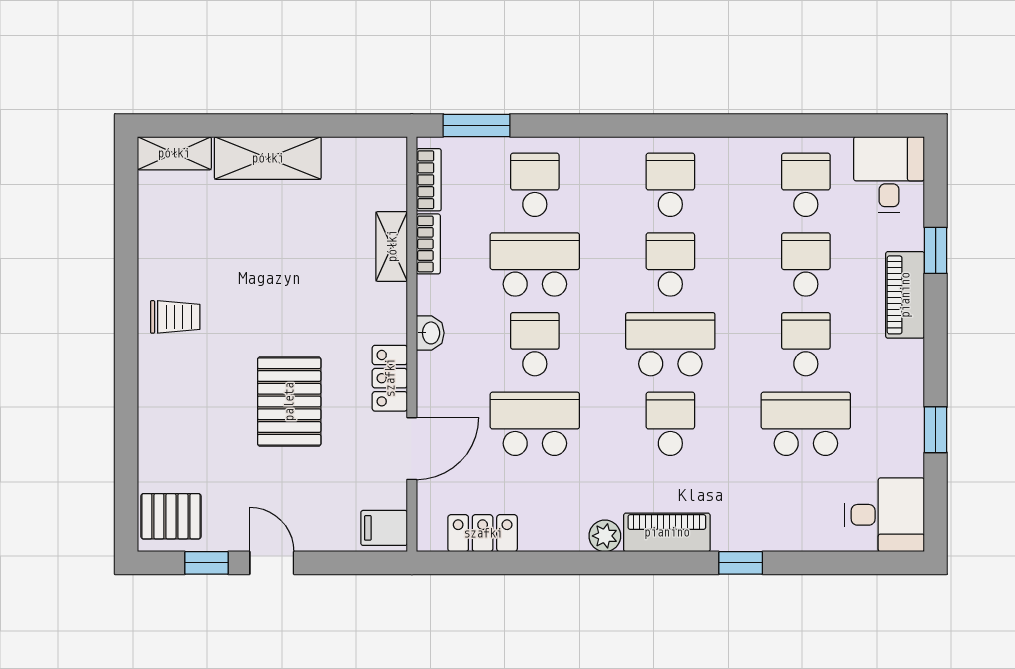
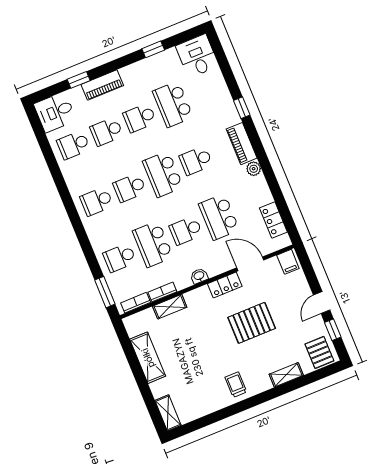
shelving: (268, 158) -> (148, 358), moved
shelving: (153, 429) -> (286, 375), added

